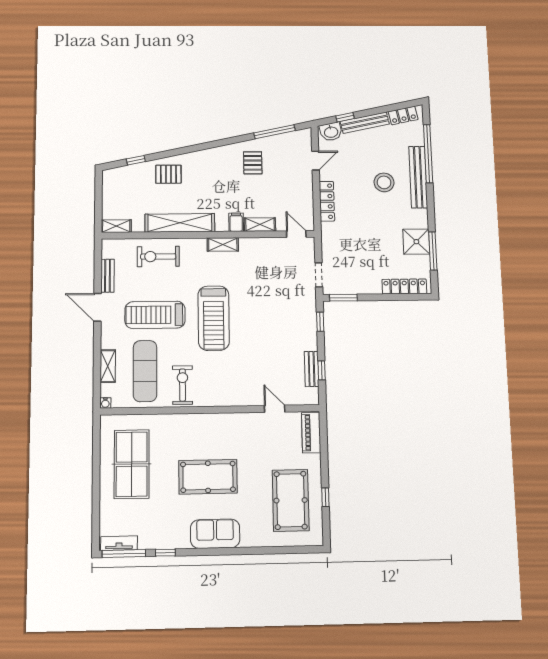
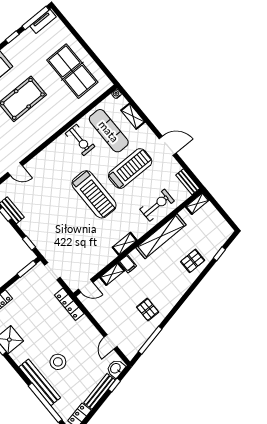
locker: (327, 201) -> (69, 304), moved
bench: (107, 276) -> (188, 182), moved
treadmill: (214, 318) -> (94, 194), turned 180

